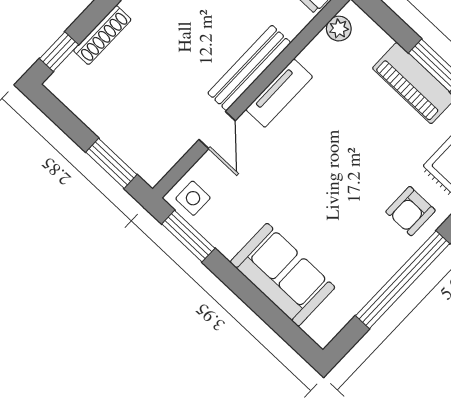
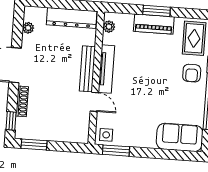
tv unit: (279, 93) -> (106, 69), width x1.41
window: (111, 163) -> (34, 145), moved
sofa: (283, 275) -> (180, 137), moved

